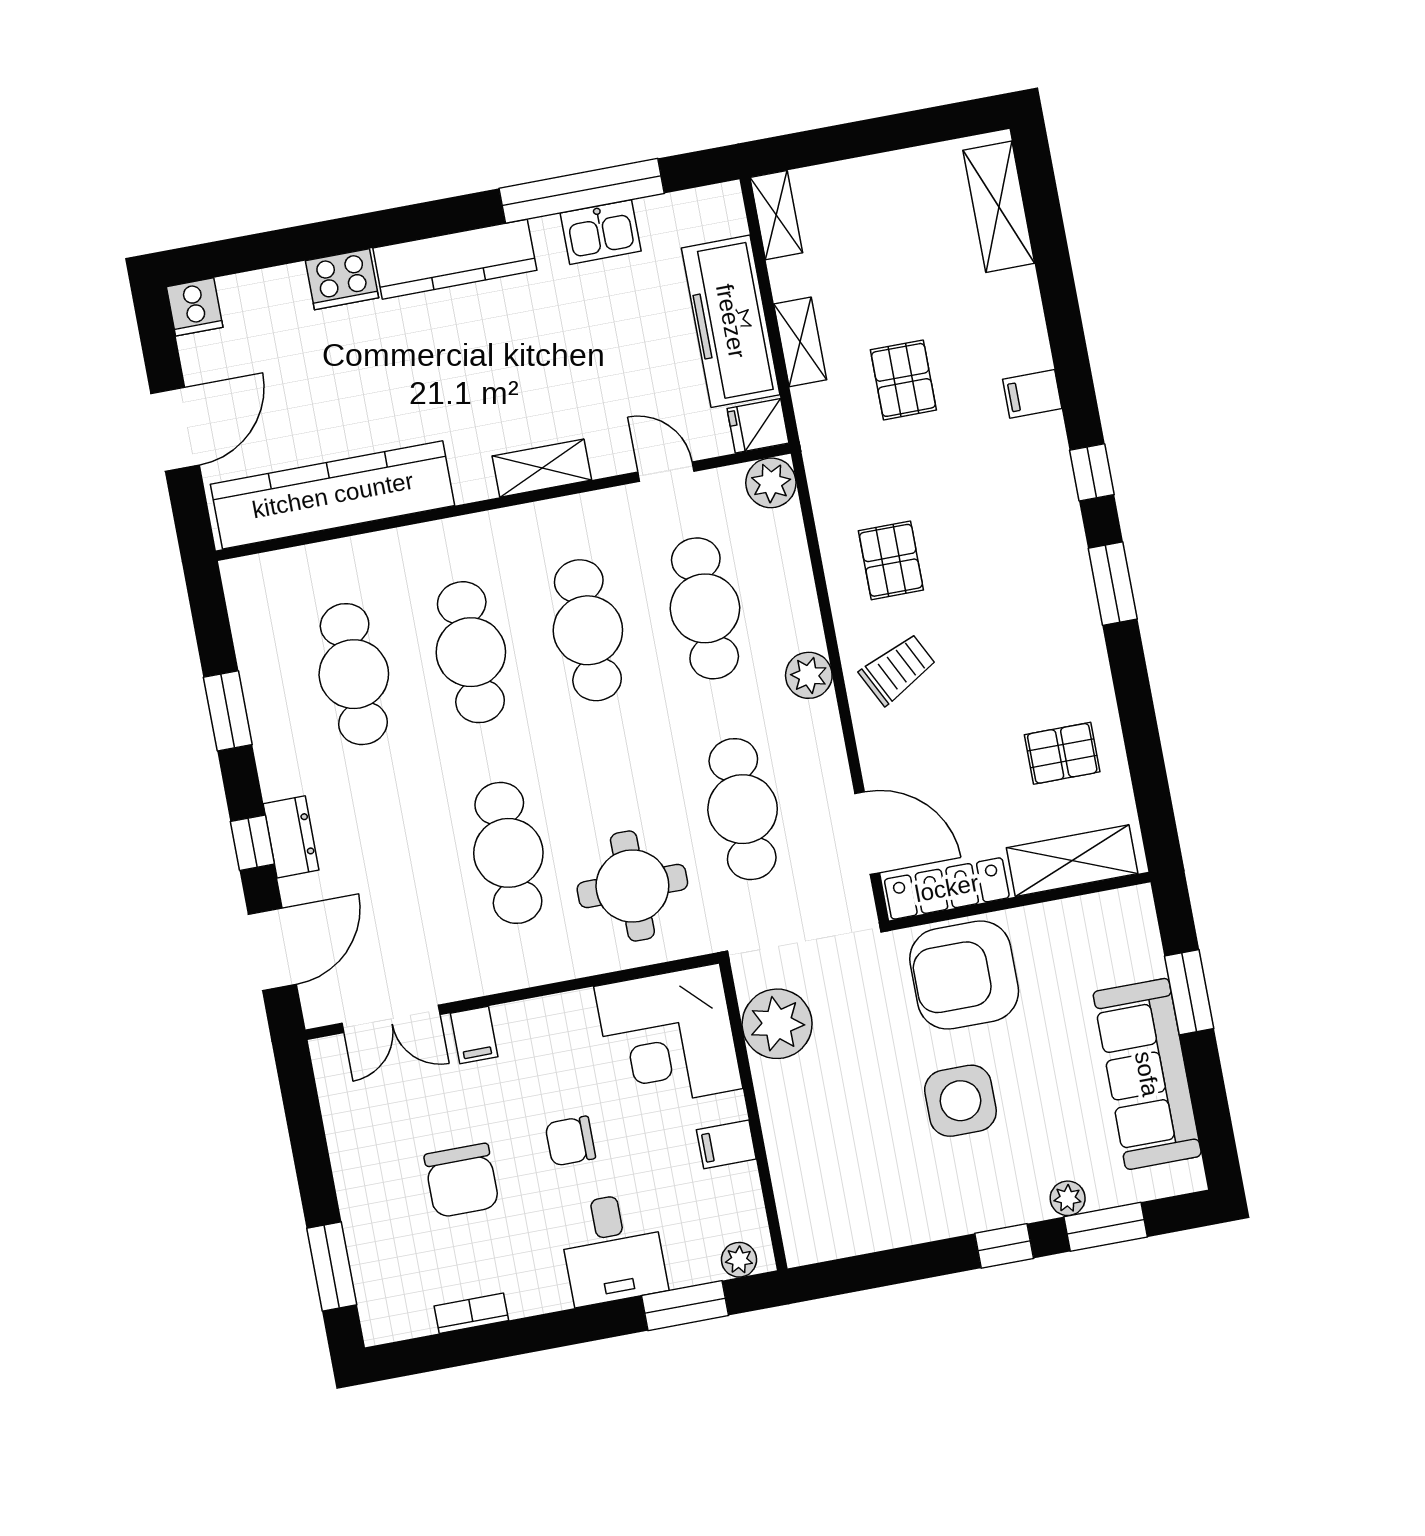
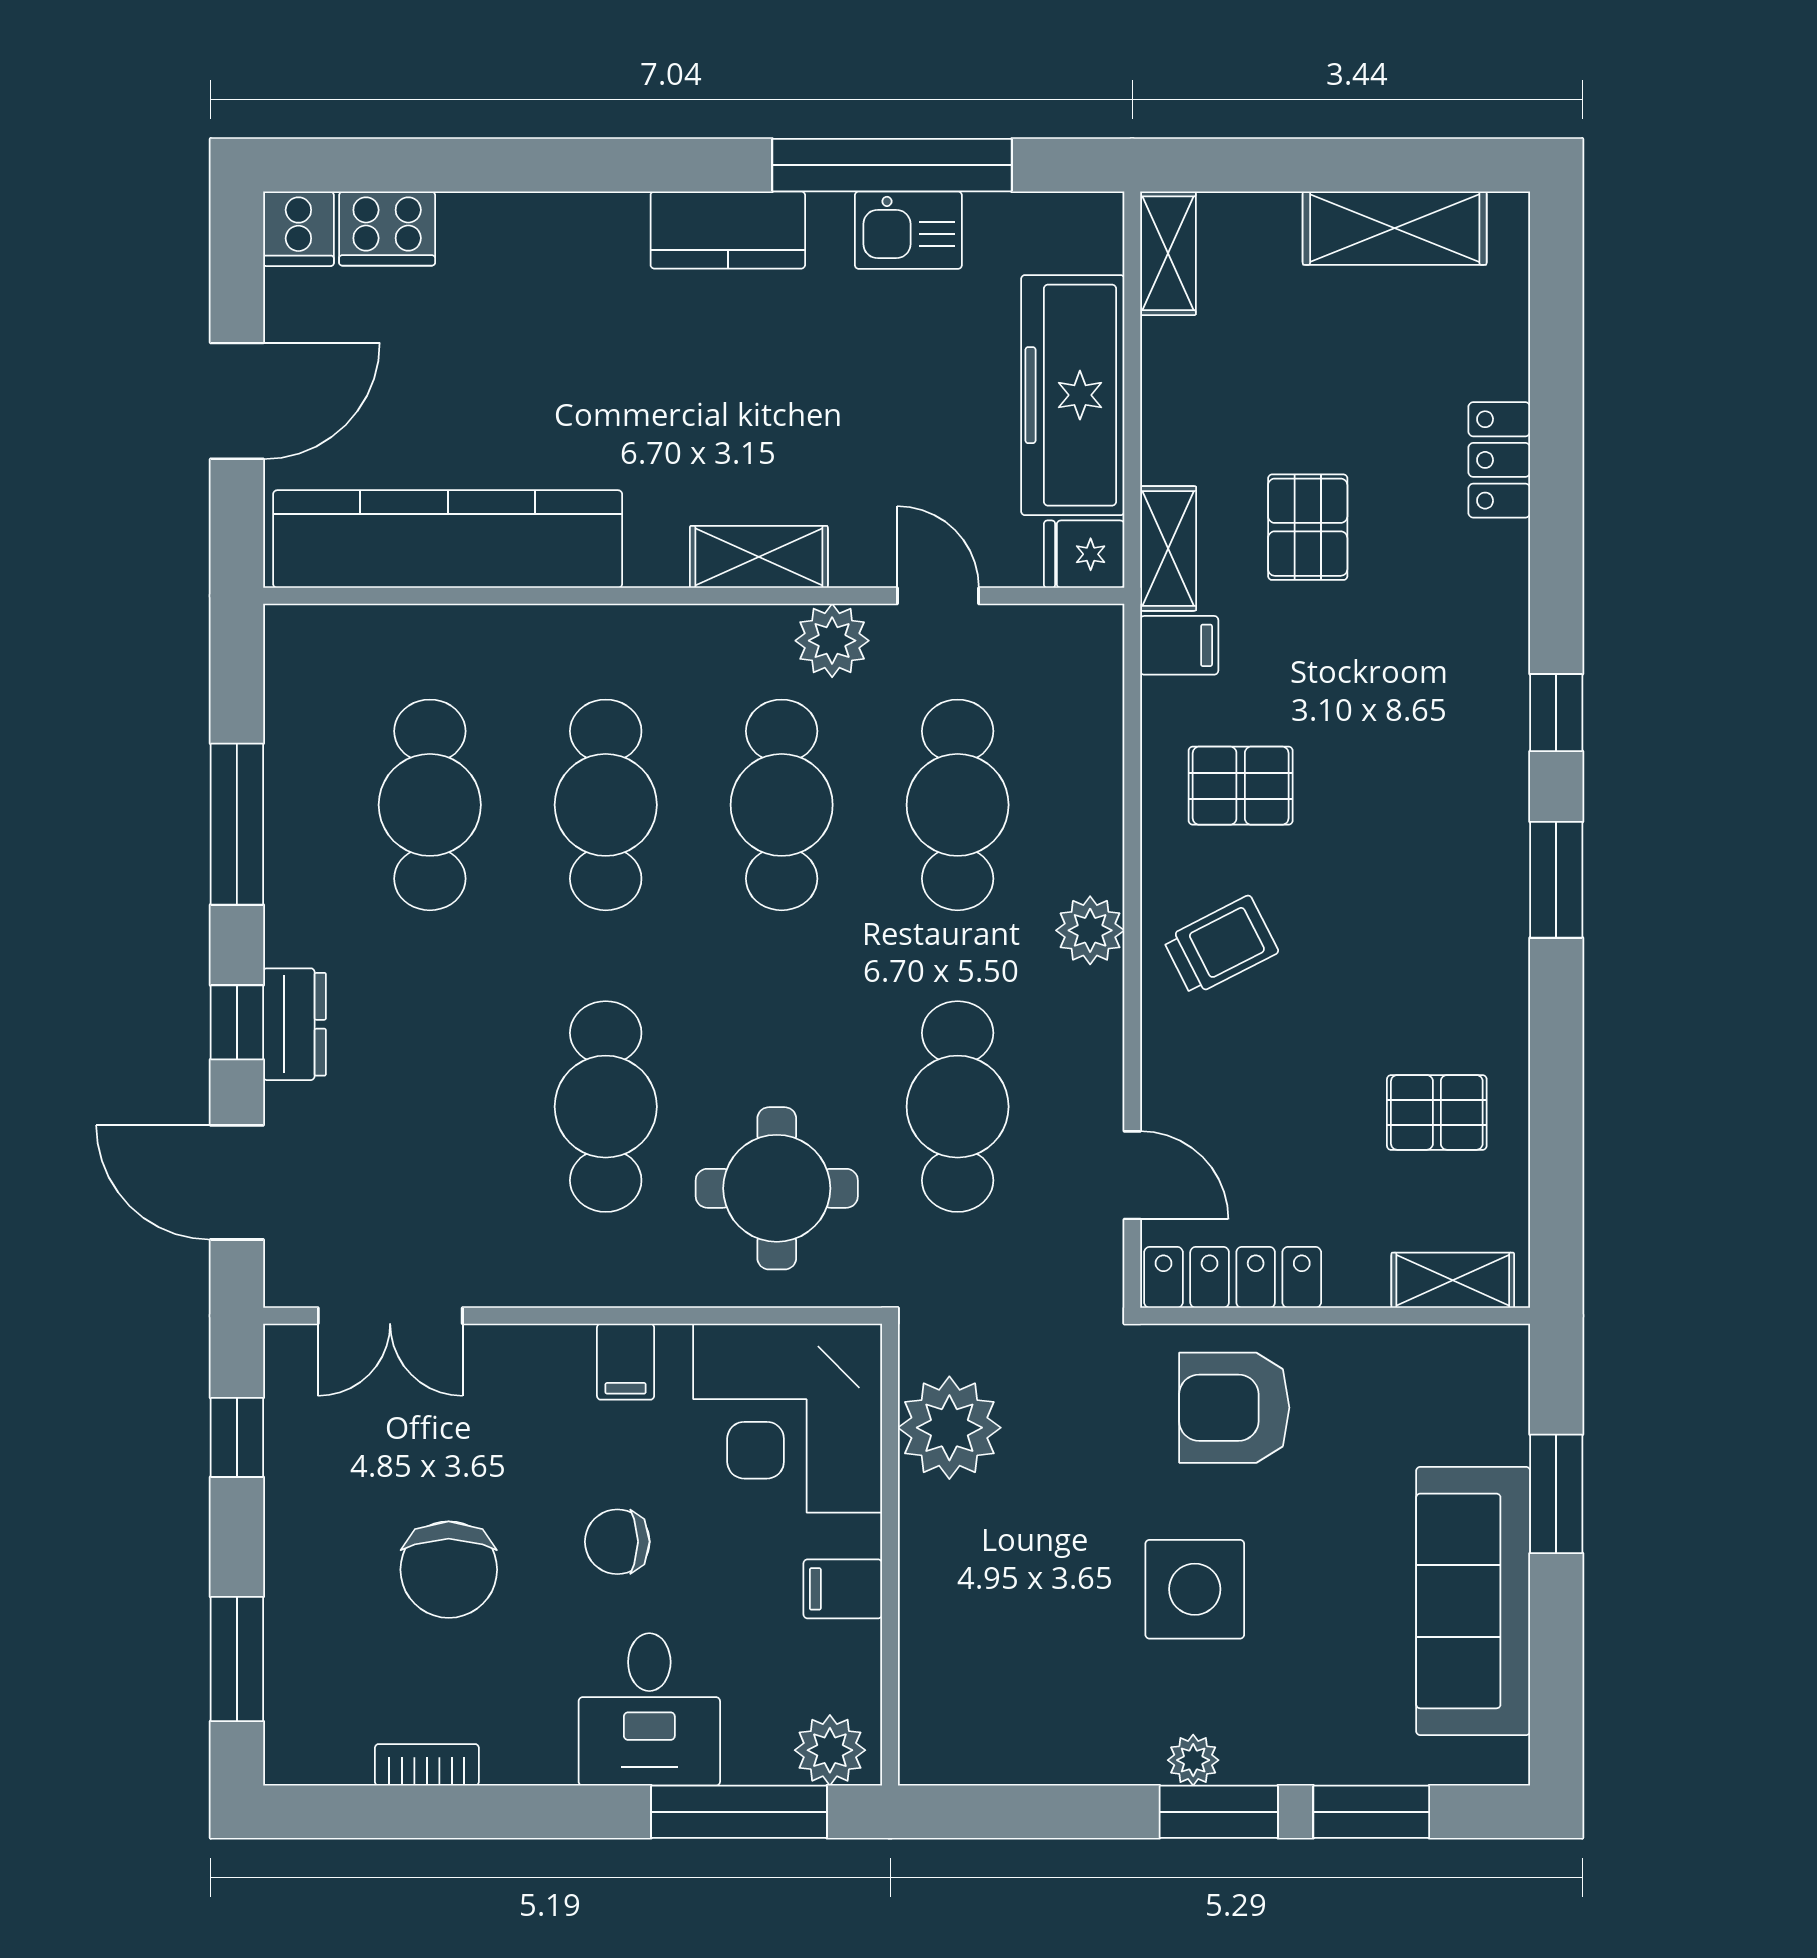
shelving: (999, 207) -> (1395, 228), moved, turned 90
kitchen counter: (455, 259) -> (728, 230), width x0.67
cooker: (342, 279) -> (387, 228), moved
locker: (1022, 311) -> (1499, 460), added
shelving: (800, 342) -> (1168, 548), moved
filing cabinet: (1032, 394) -> (1179, 645), moved, turned 180
plant: (771, 483) -> (832, 641), moved
pallet: (891, 560) -> (1241, 786), turned 90
window: (228, 711) -> (237, 824), width x1.44
door: (867, 833) -> (1132, 1175), width x0.73
shelving: (1072, 861) -> (1453, 1280), width x0.67, depth x0.75
door: (272, 949) -> (237, 1182), swing flipped
armchair: (964, 975) -> (1234, 1408), width x0.73, depth x0.73
filing cabinet: (474, 1035) -> (626, 1362), moved
window: (304, 1119) -> (237, 1437), added
plant: (1068, 1198) -> (1193, 1760), moved
window: (1004, 1246) -> (1219, 1812), width x1.50
plant: (739, 1260) -> (830, 1750), width x1.38, depth x1.38
window: (685, 1306) -> (739, 1812), width x1.44

